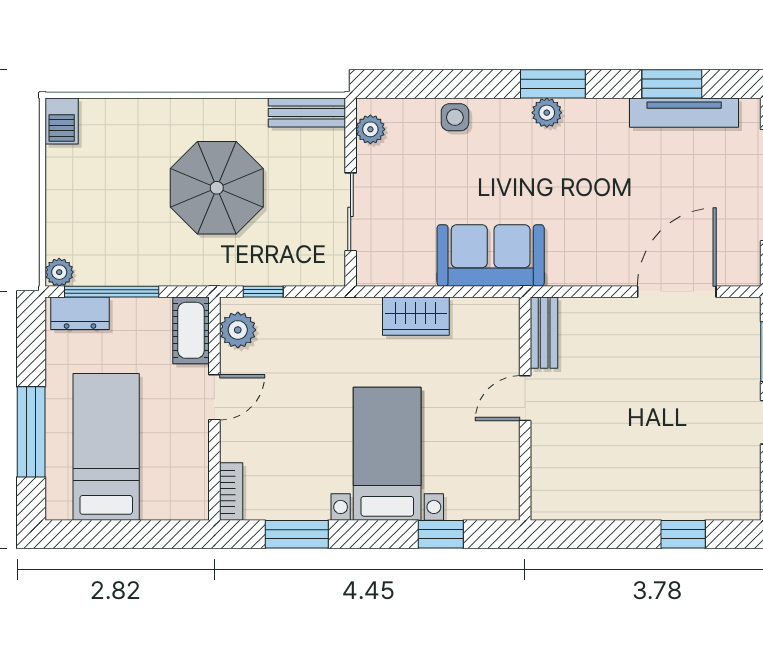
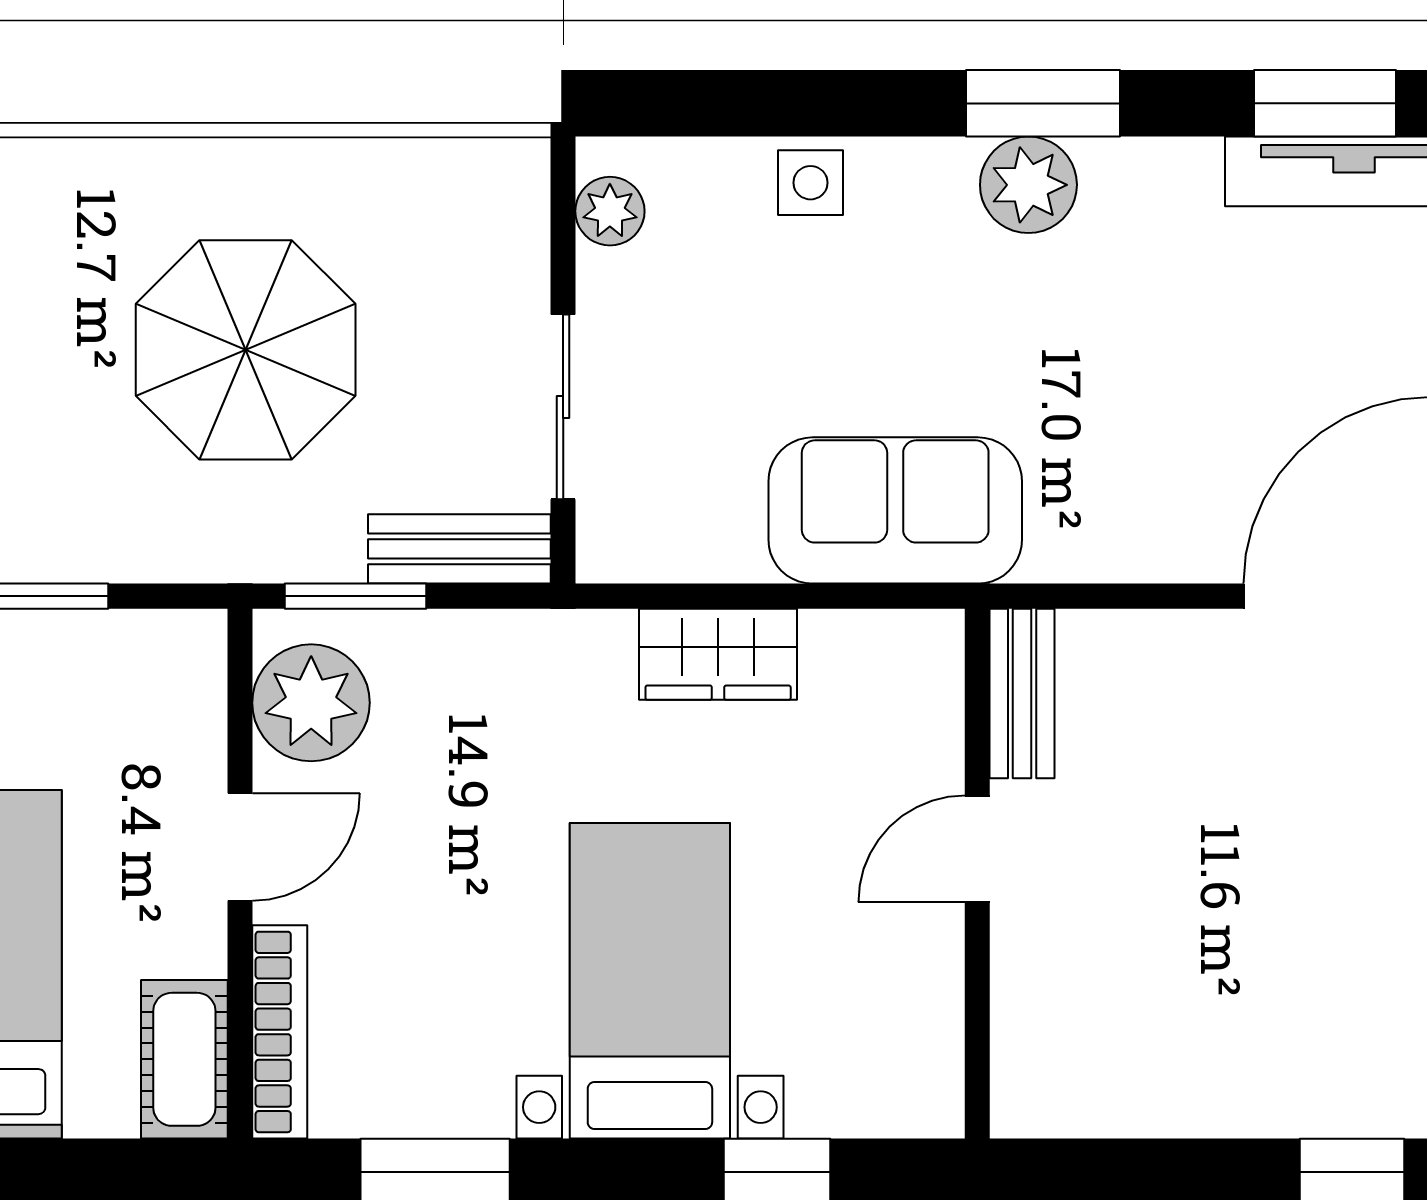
bench: (307, 112) -> (459, 549), moved
plant: (547, 113) -> (1028, 185), width x1.38, depth x1.38
window: (263, 292) -> (355, 596), width x1.50
cot: (191, 330) -> (184, 1059), moved
plant: (238, 330) -> (311, 703), width x1.36, depth x1.36
bookcase: (231, 492) -> (280, 1032), width x1.56

